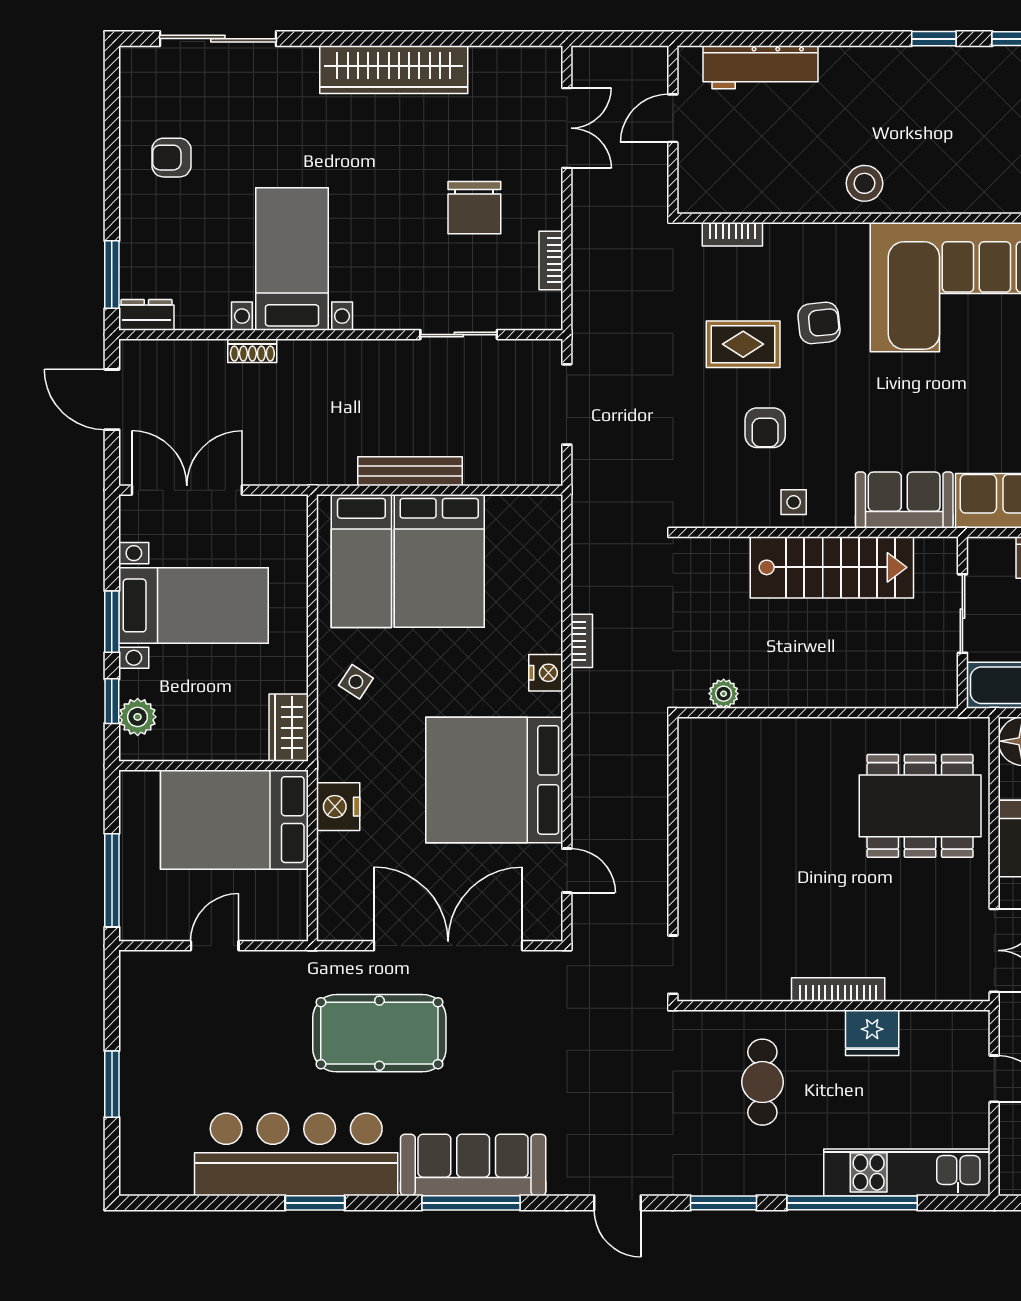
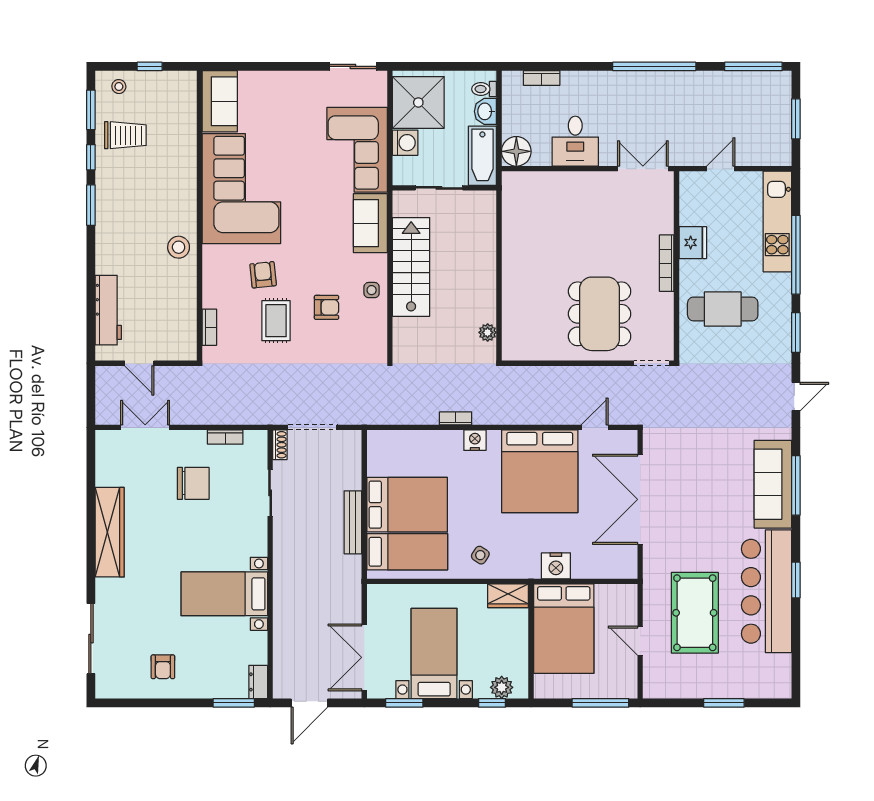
window: (934, 39) -> (91, 205), width x1.50
shoe rack: (252, 351) -> (280, 445), moved
window: (112, 622) -> (404, 703), moved
dining table: (920, 806) -> (600, 314), moved
pool table: (379, 1033) -> (695, 613), moved
cafe table: (762, 1082) -> (723, 309), width x1.37, depth x1.35

